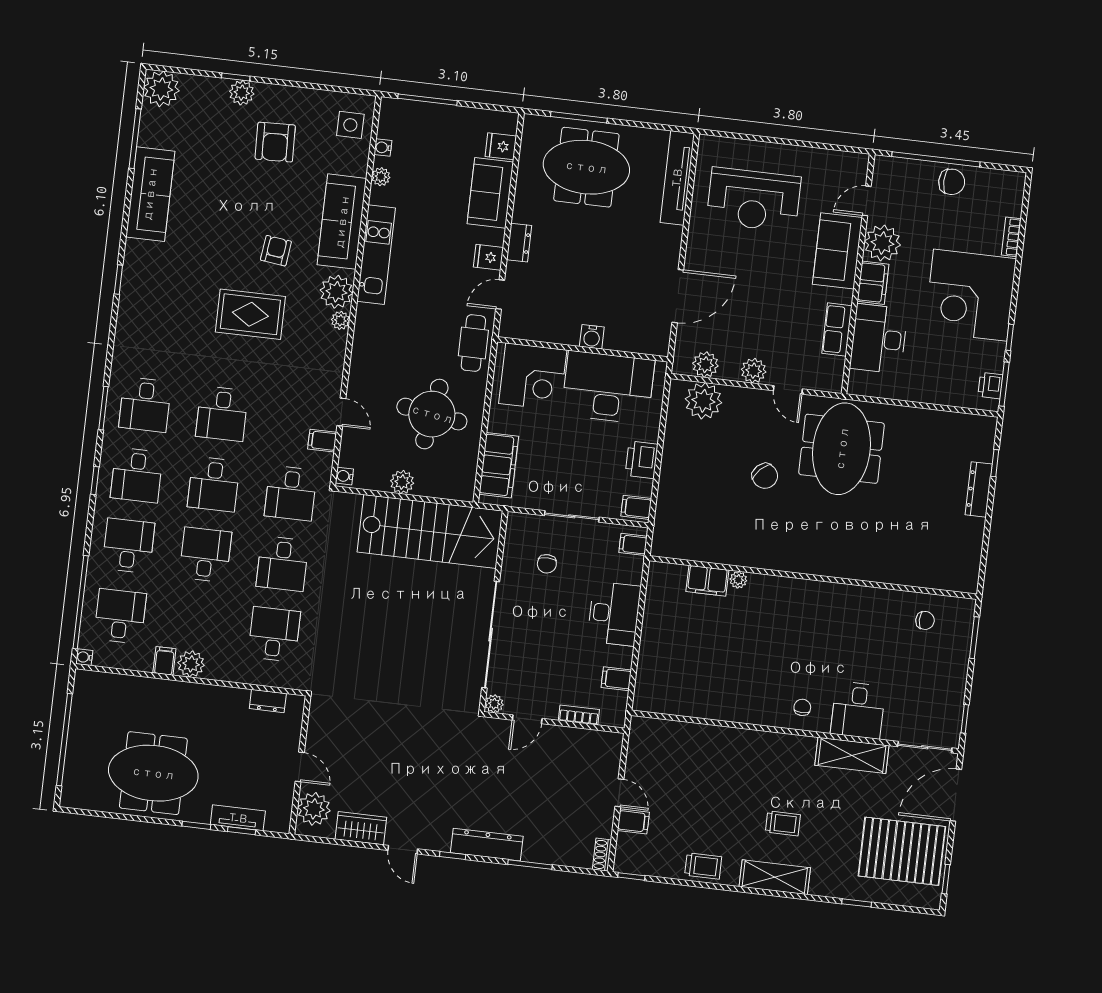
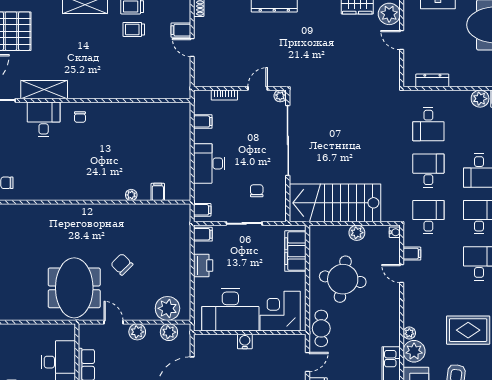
filing cabinet: (707, 581) -> (158, 192), width x0.50
dresser: (268, 701) -> (432, 80), width x1.44
trolley: (783, 823) -> (134, 29), moved

